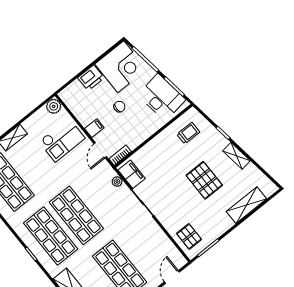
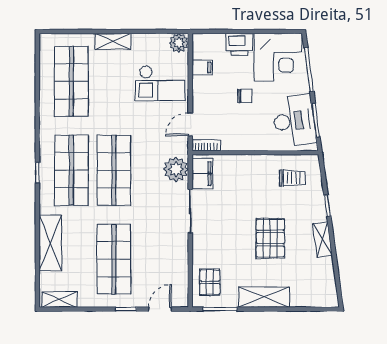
filing cabinet: (94, 128) -> (202, 68), moved
plant: (117, 182) -> (176, 169), width x1.88, depth x1.88
shelving: (246, 205) -> (264, 297), moved

